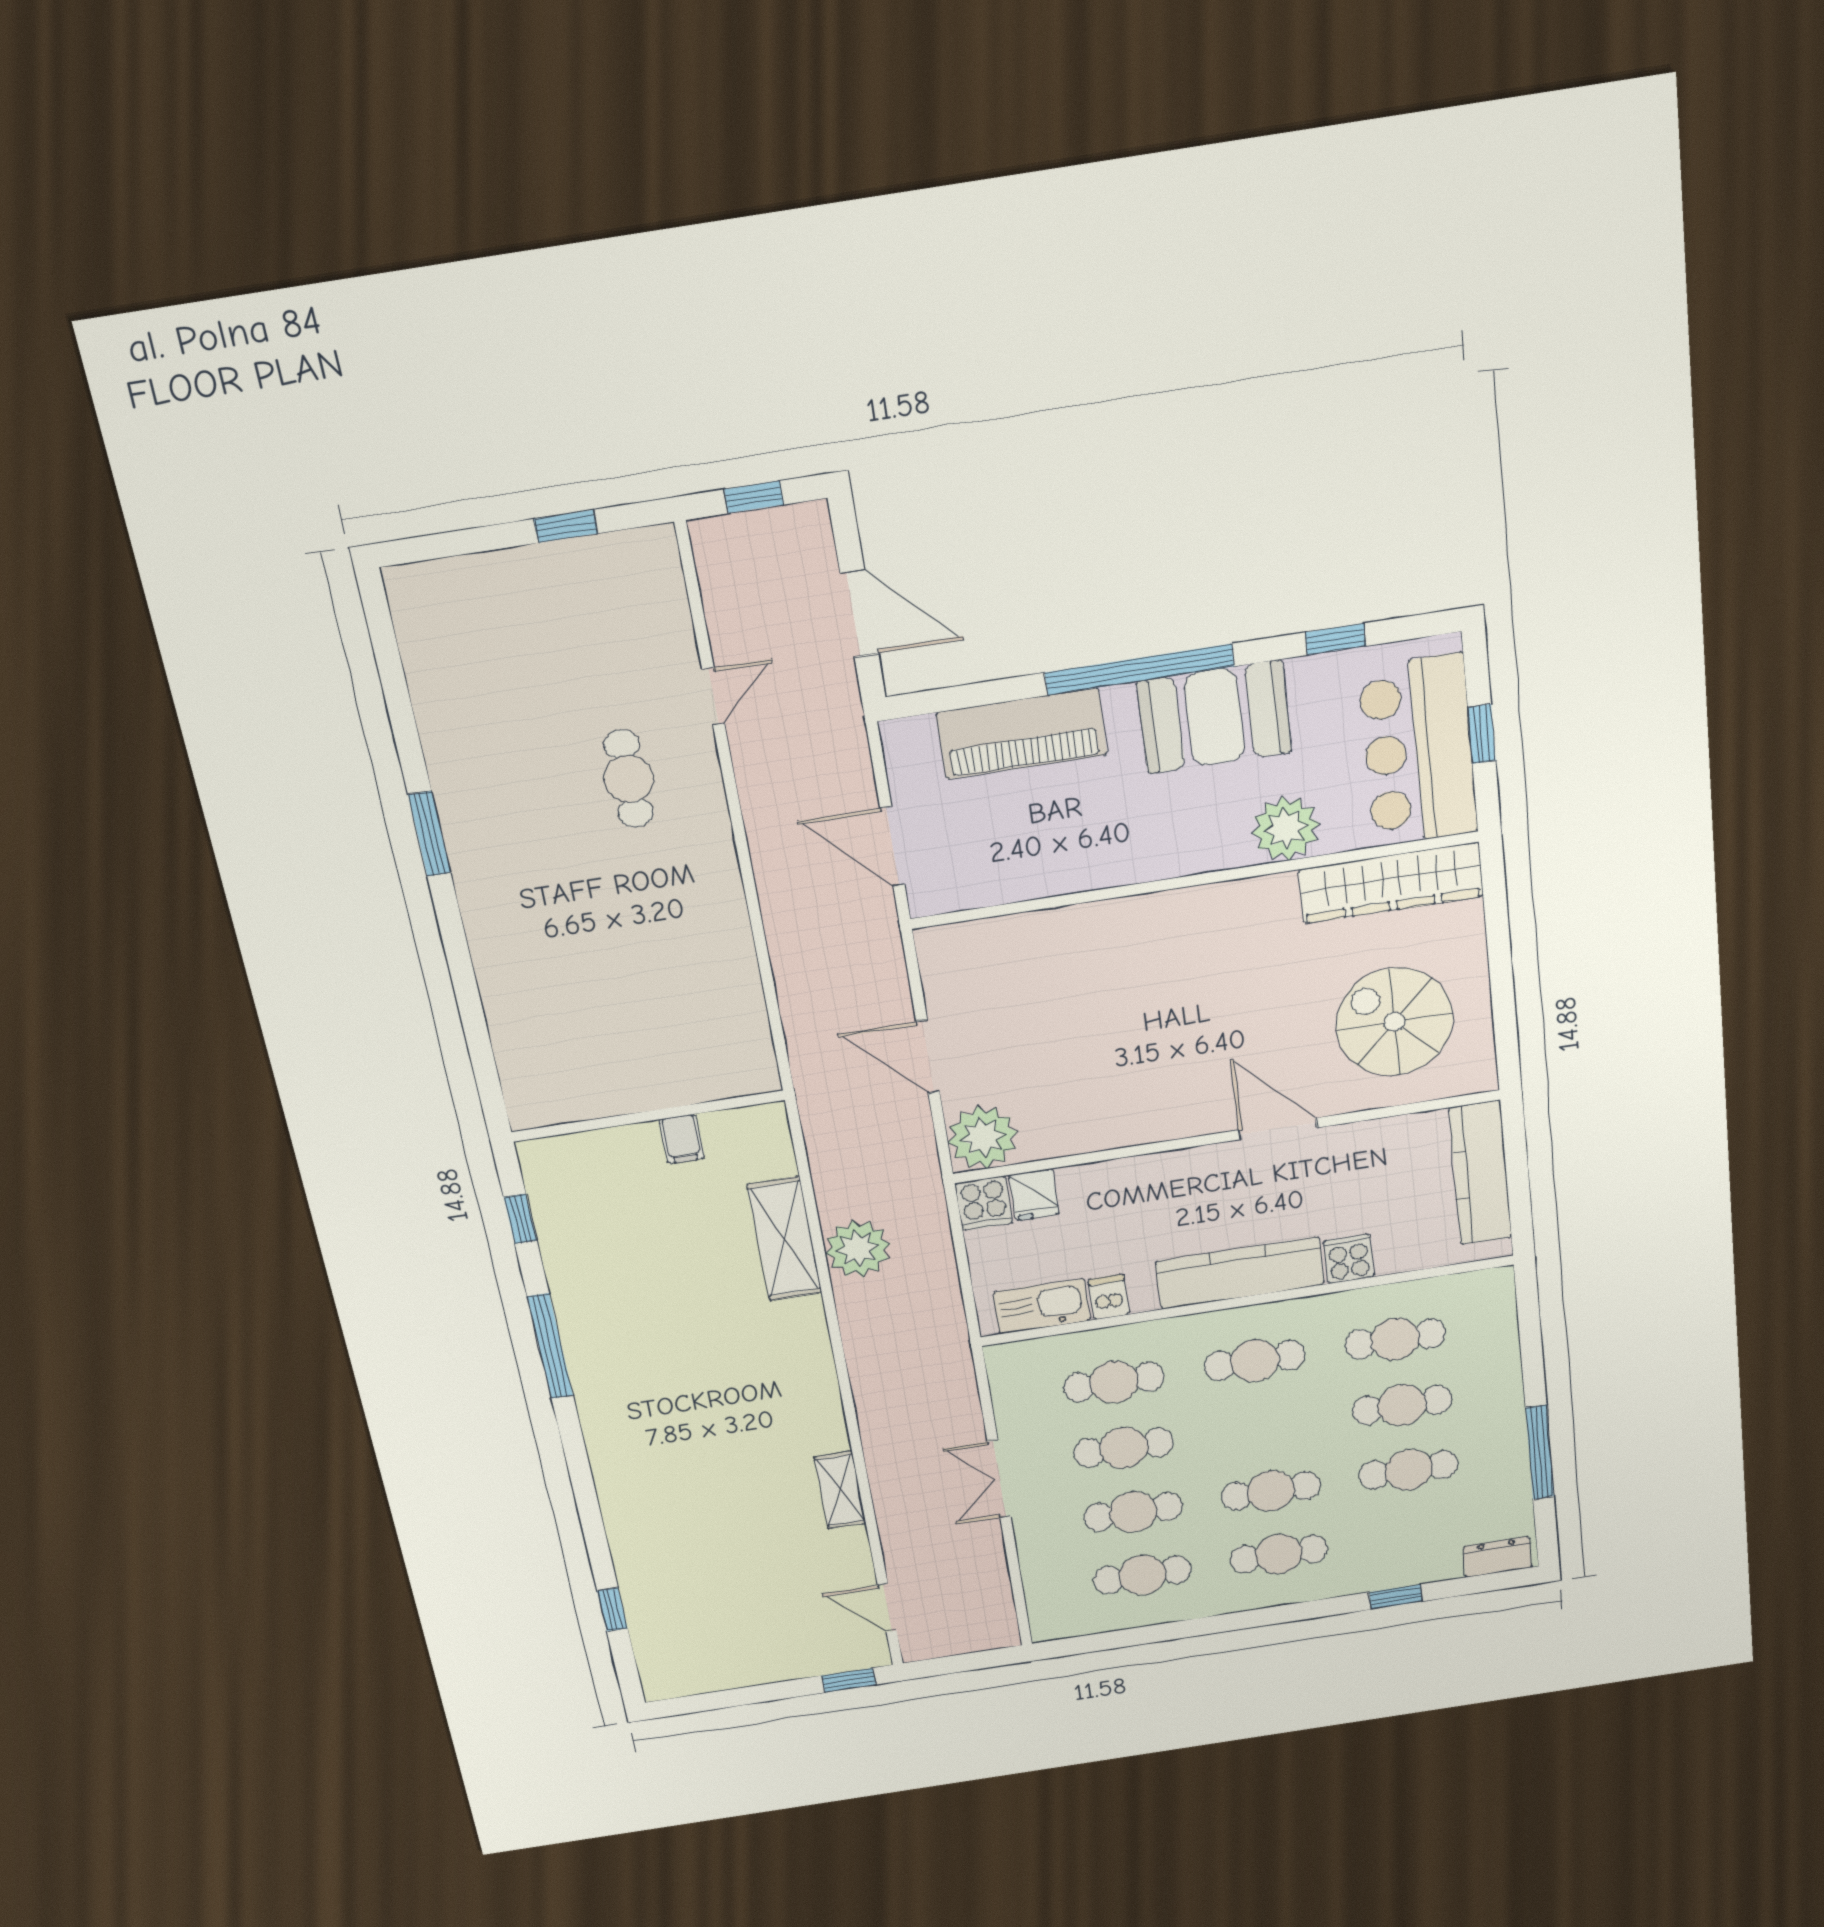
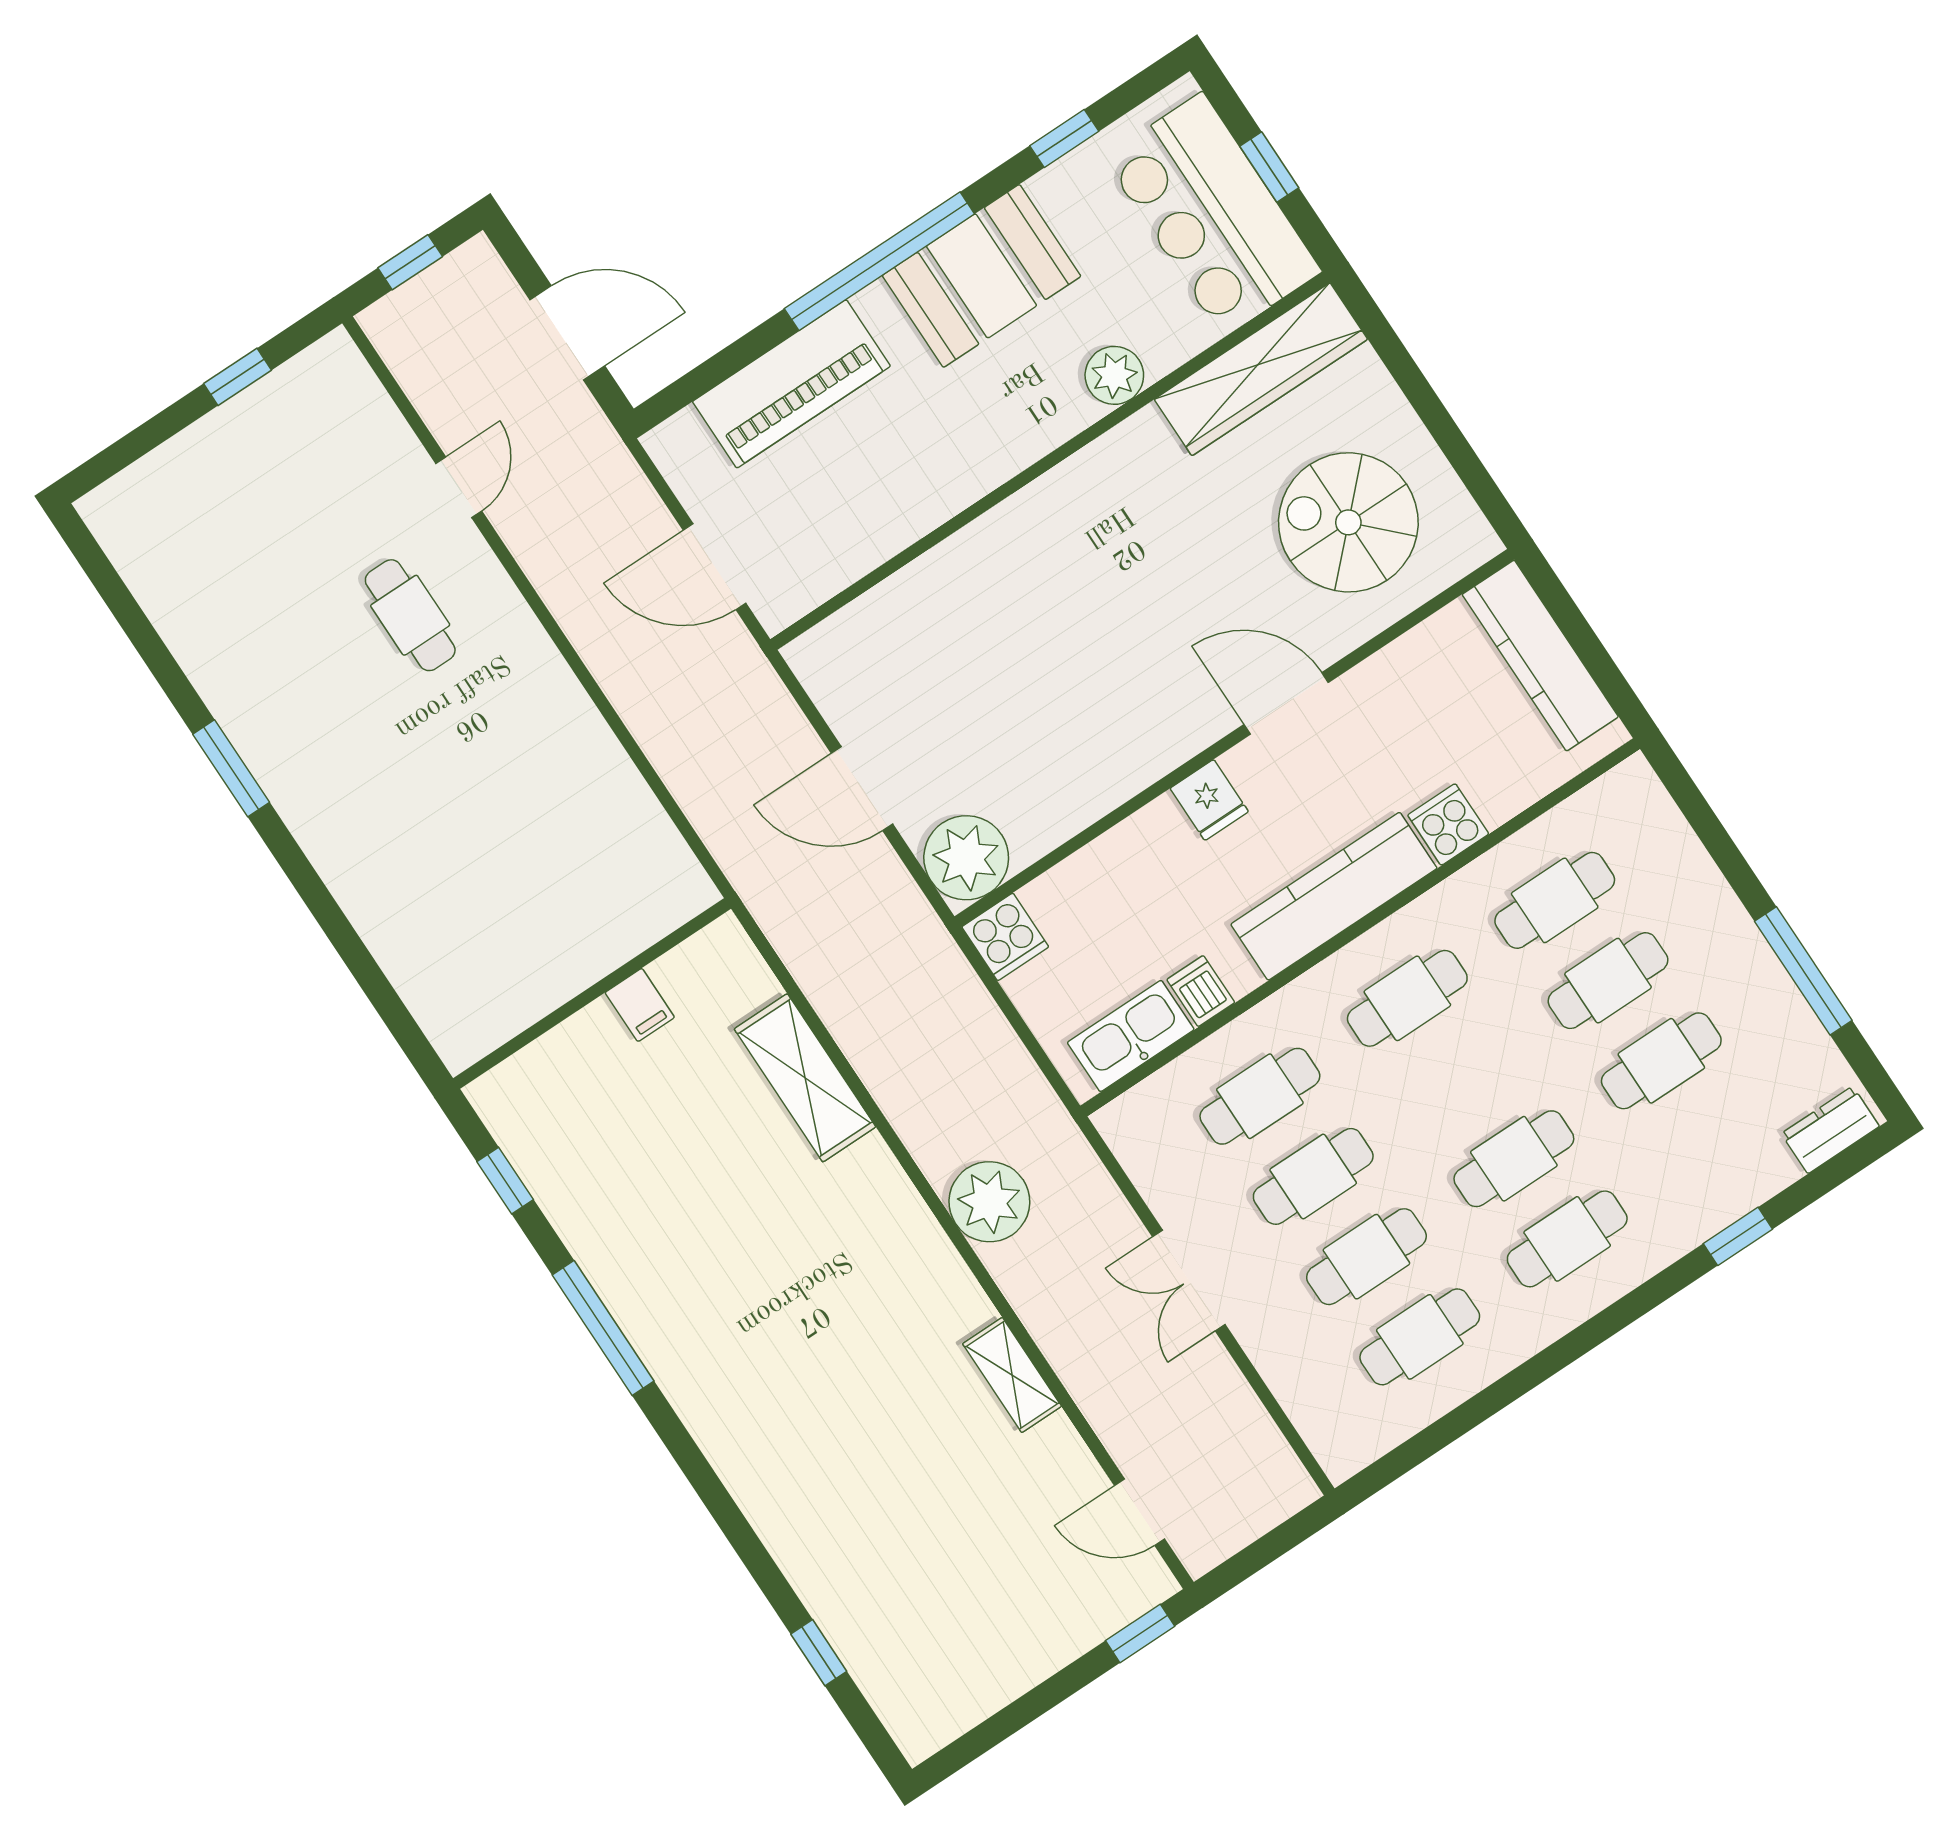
plant: (1286, 828) -> (1114, 375), width x0.73, depth x0.73
fridge: (1034, 1195) -> (1209, 800), moved
plant: (858, 1249) -> (989, 1202), moved

